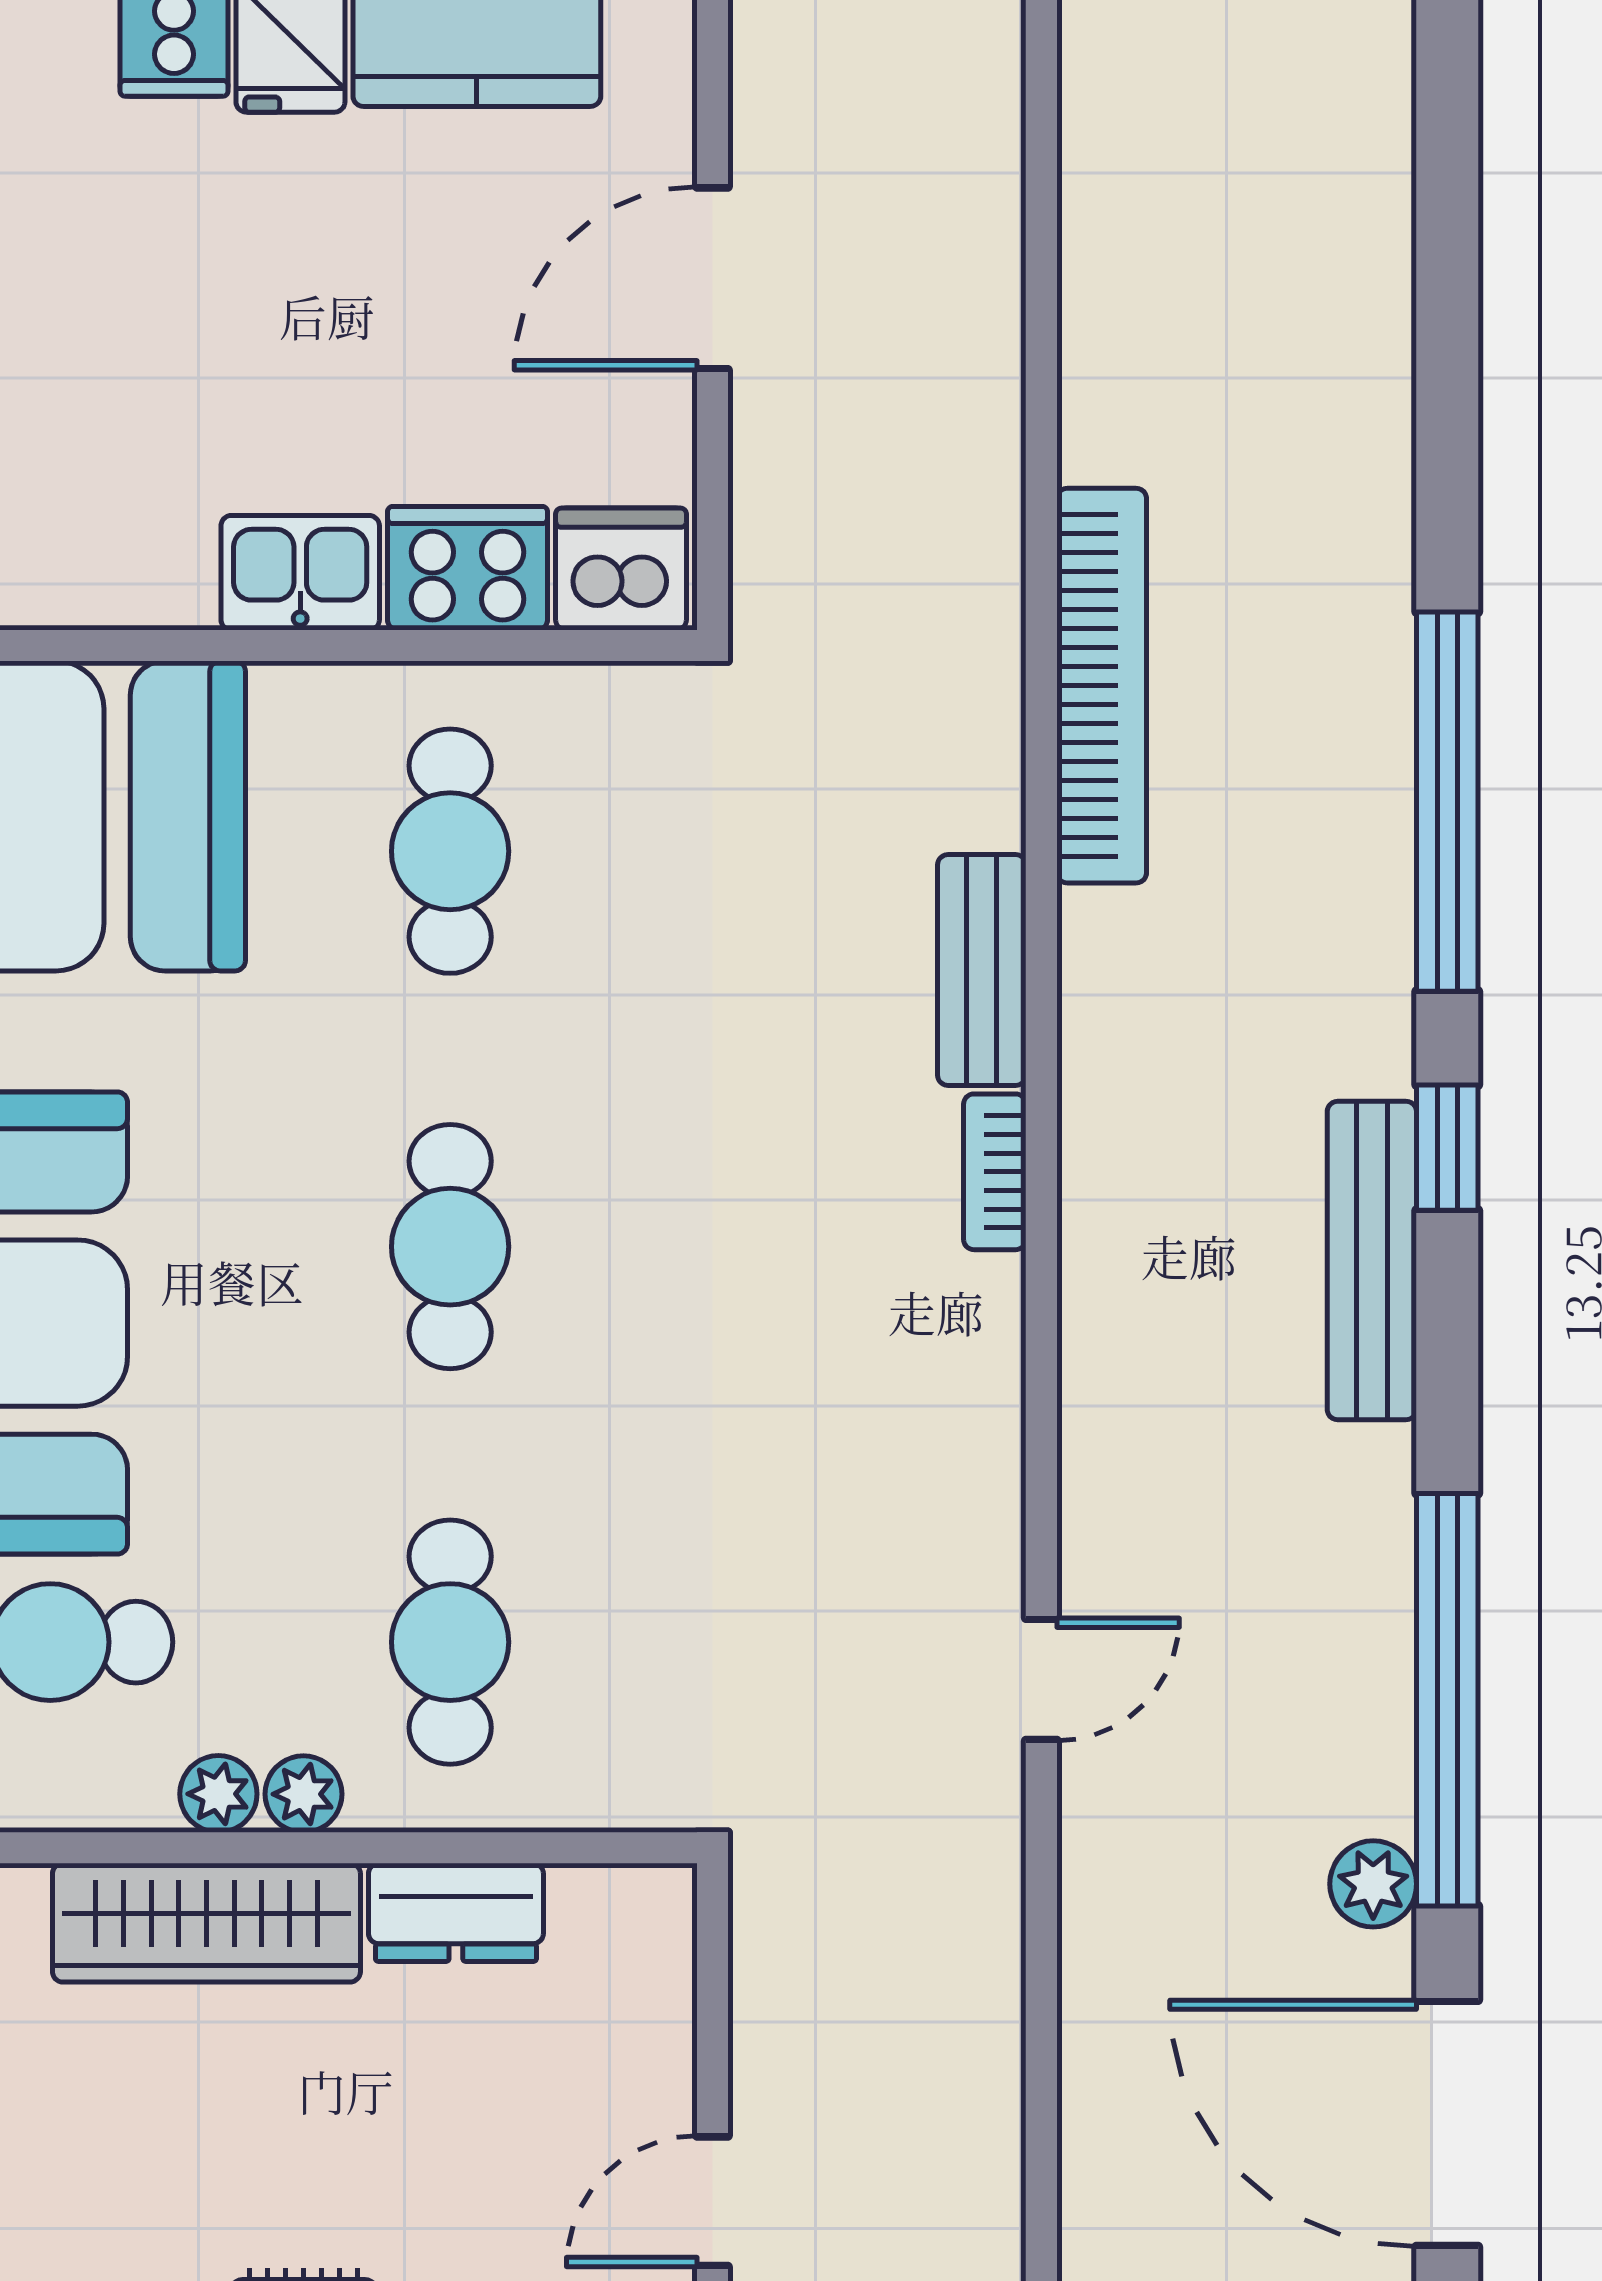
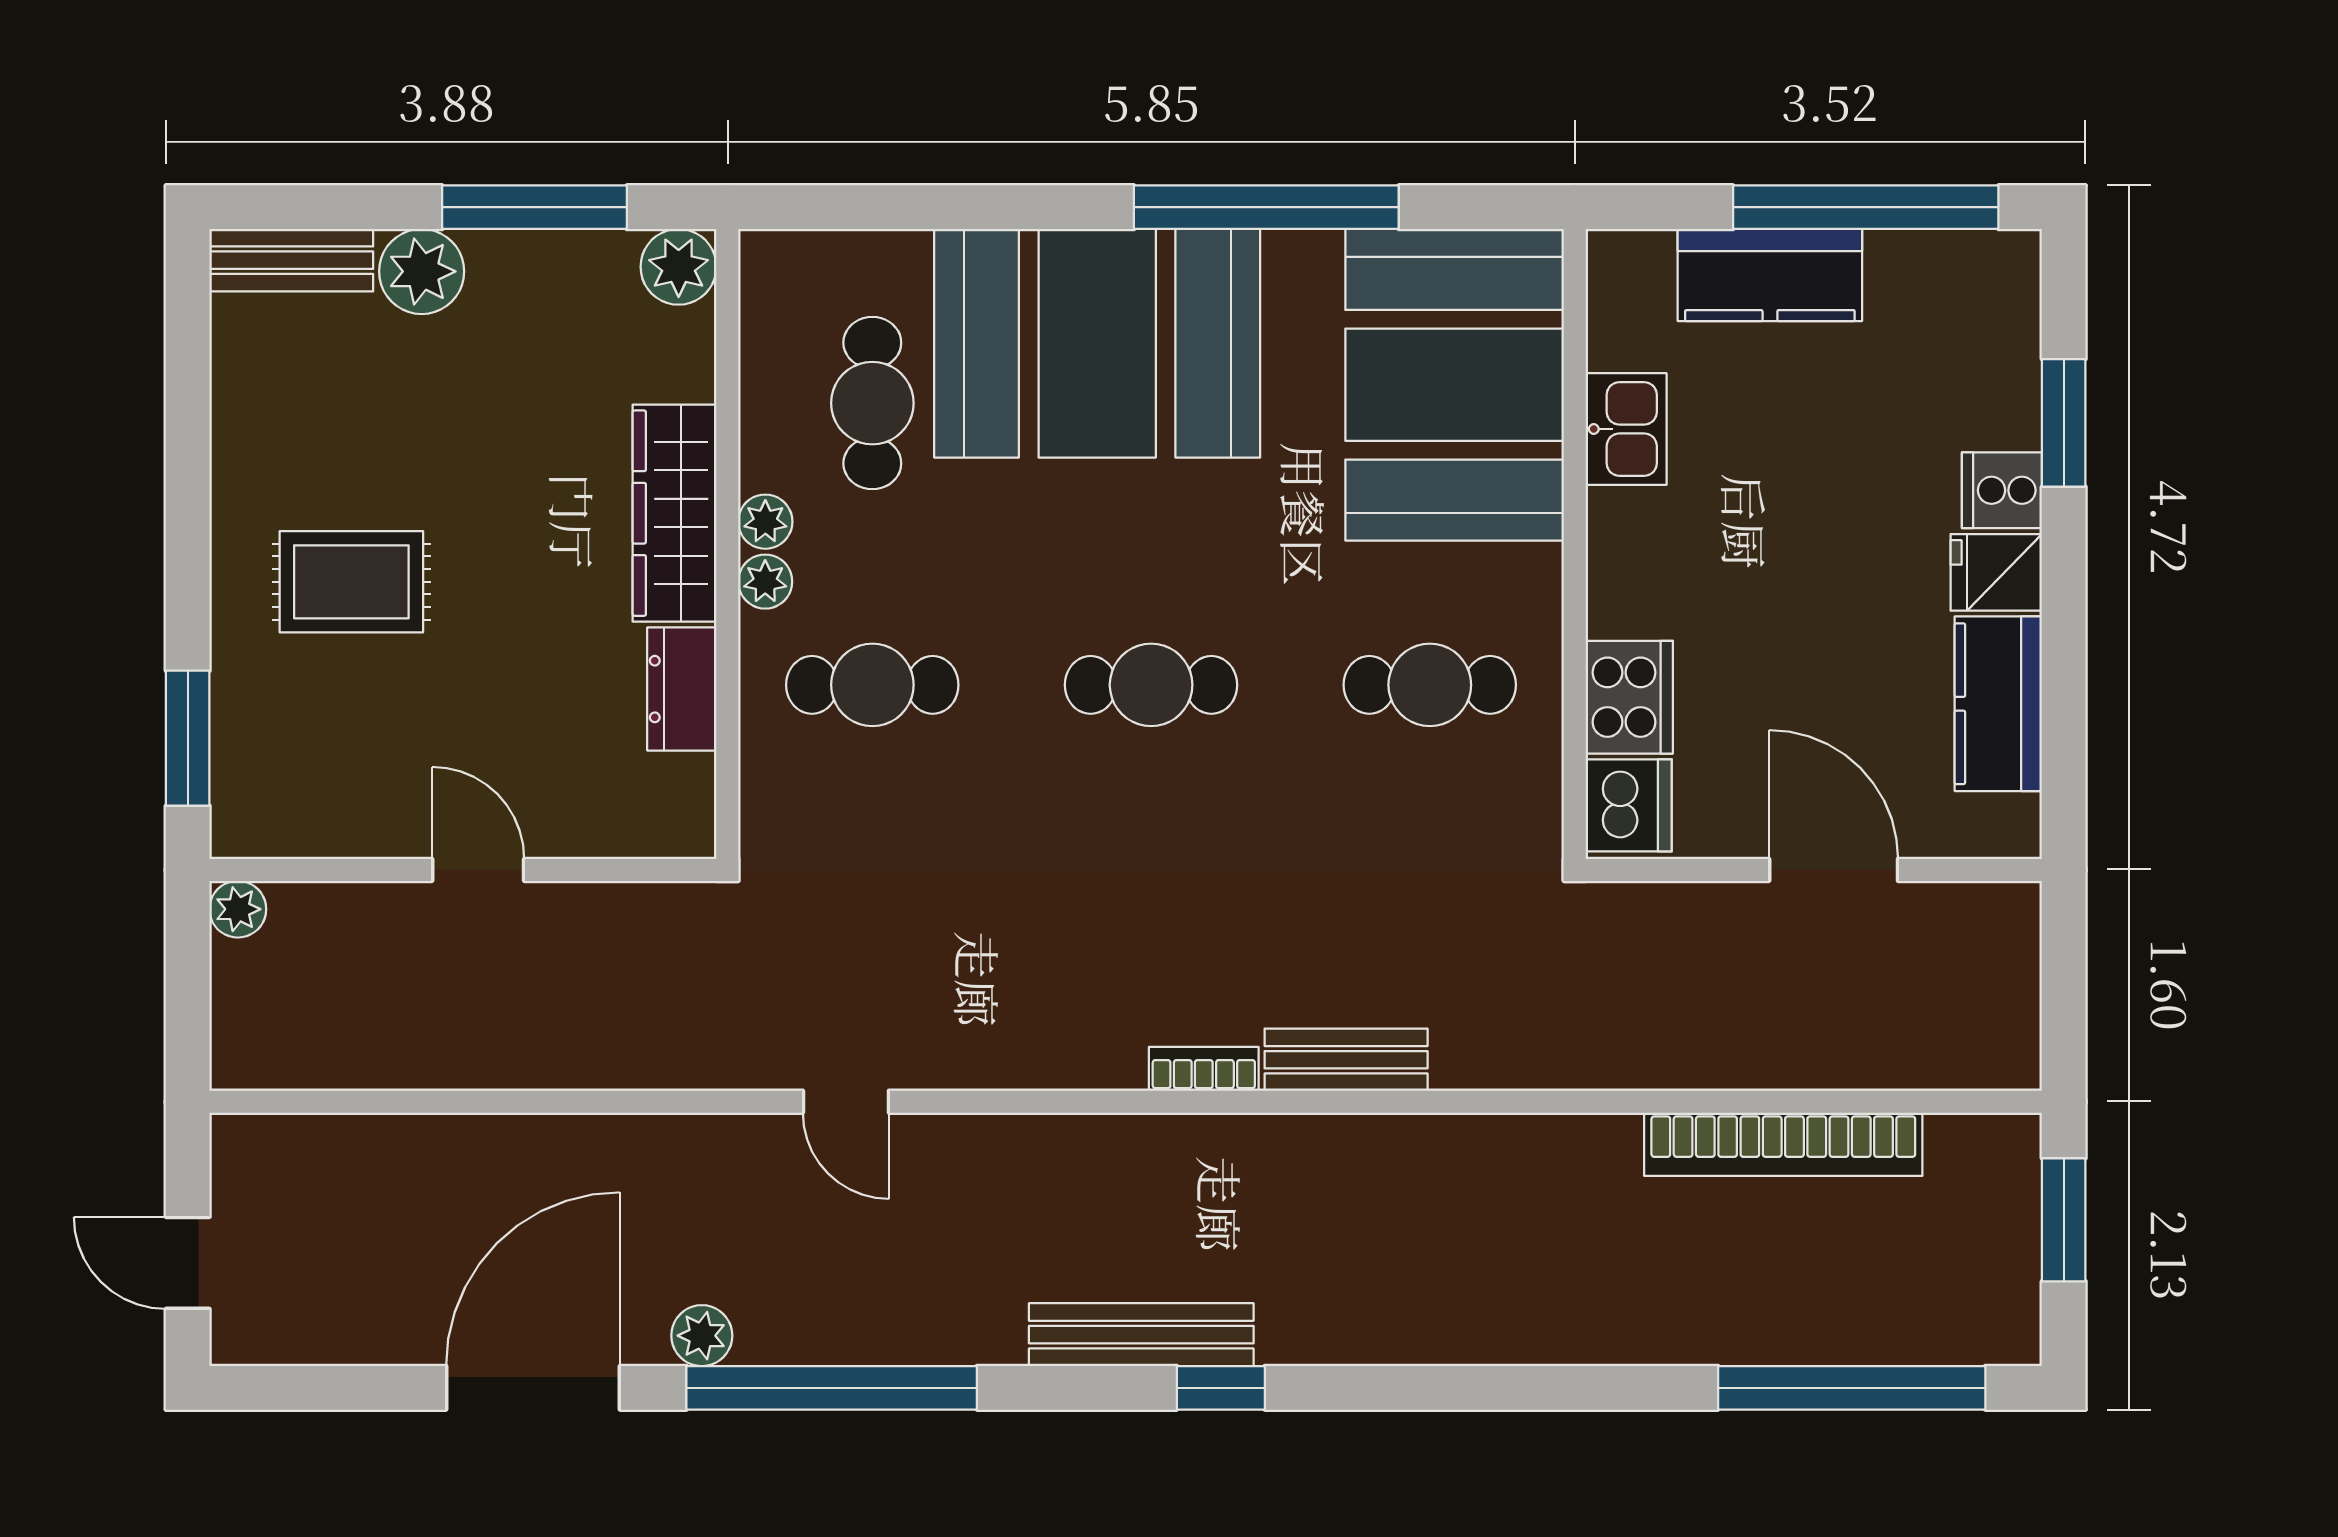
kitchen sink: (300, 573) -> (1626, 429), moved
bookcase: (1102, 686) -> (1783, 1144), moved
window: (1447, 802) -> (1852, 1388), moved

